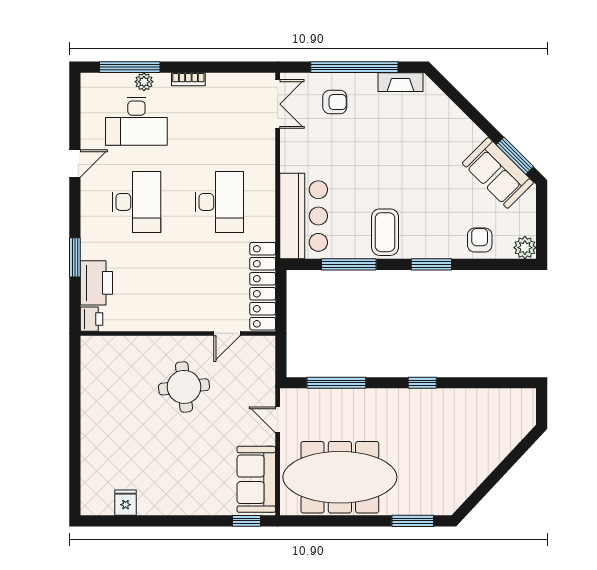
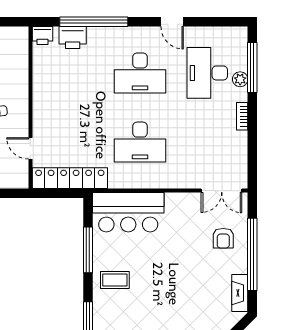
coffee table: (385, 232) -> (115, 280), width x0.73, depth x0.77
window: (75, 257) -> (94, 22), width x2.11
printer: (96, 283) -> (73, 37), width x0.73, depth x0.84

